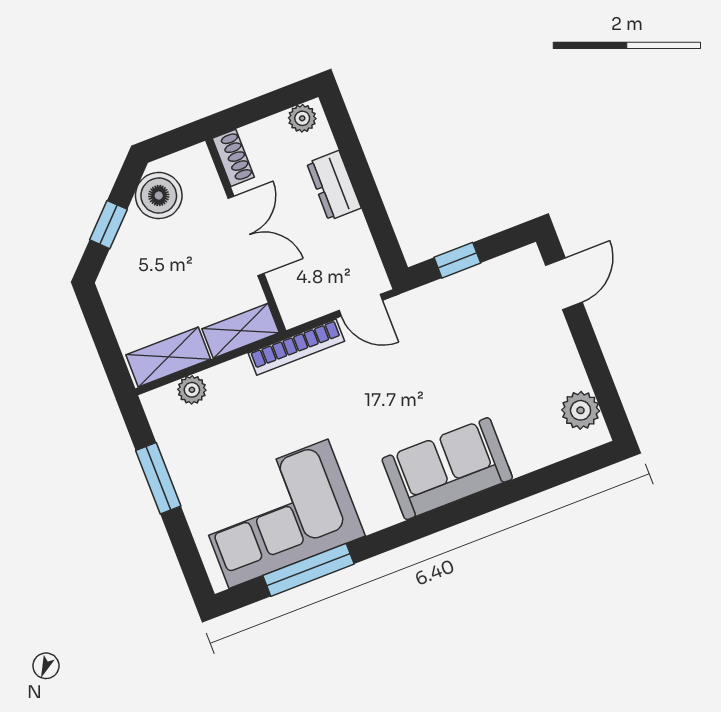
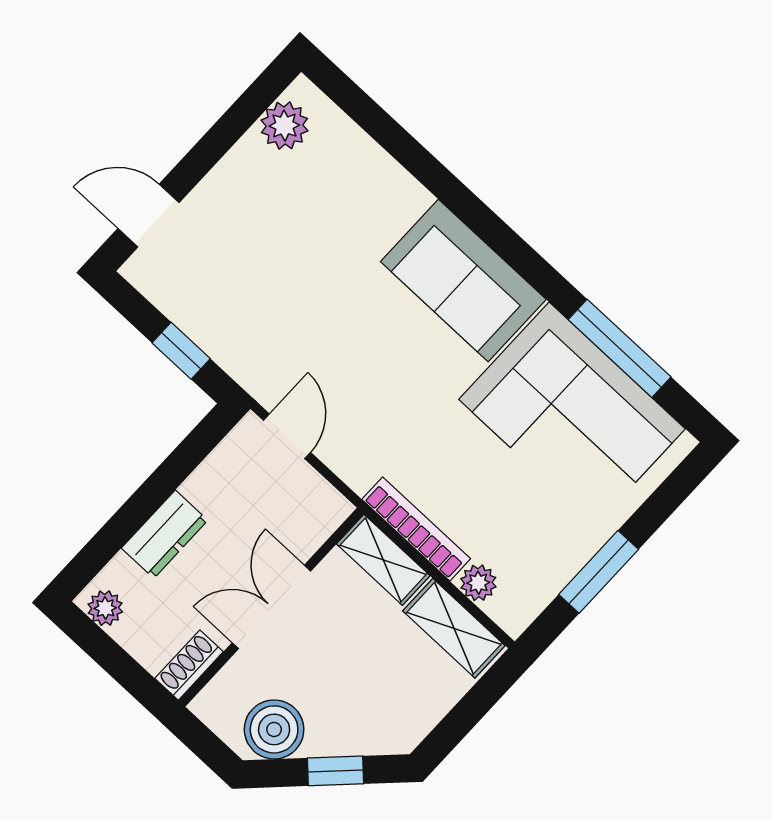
bookcase: (296, 347) -> (416, 529), moved
sofa: (447, 469) -> (463, 280), moved

